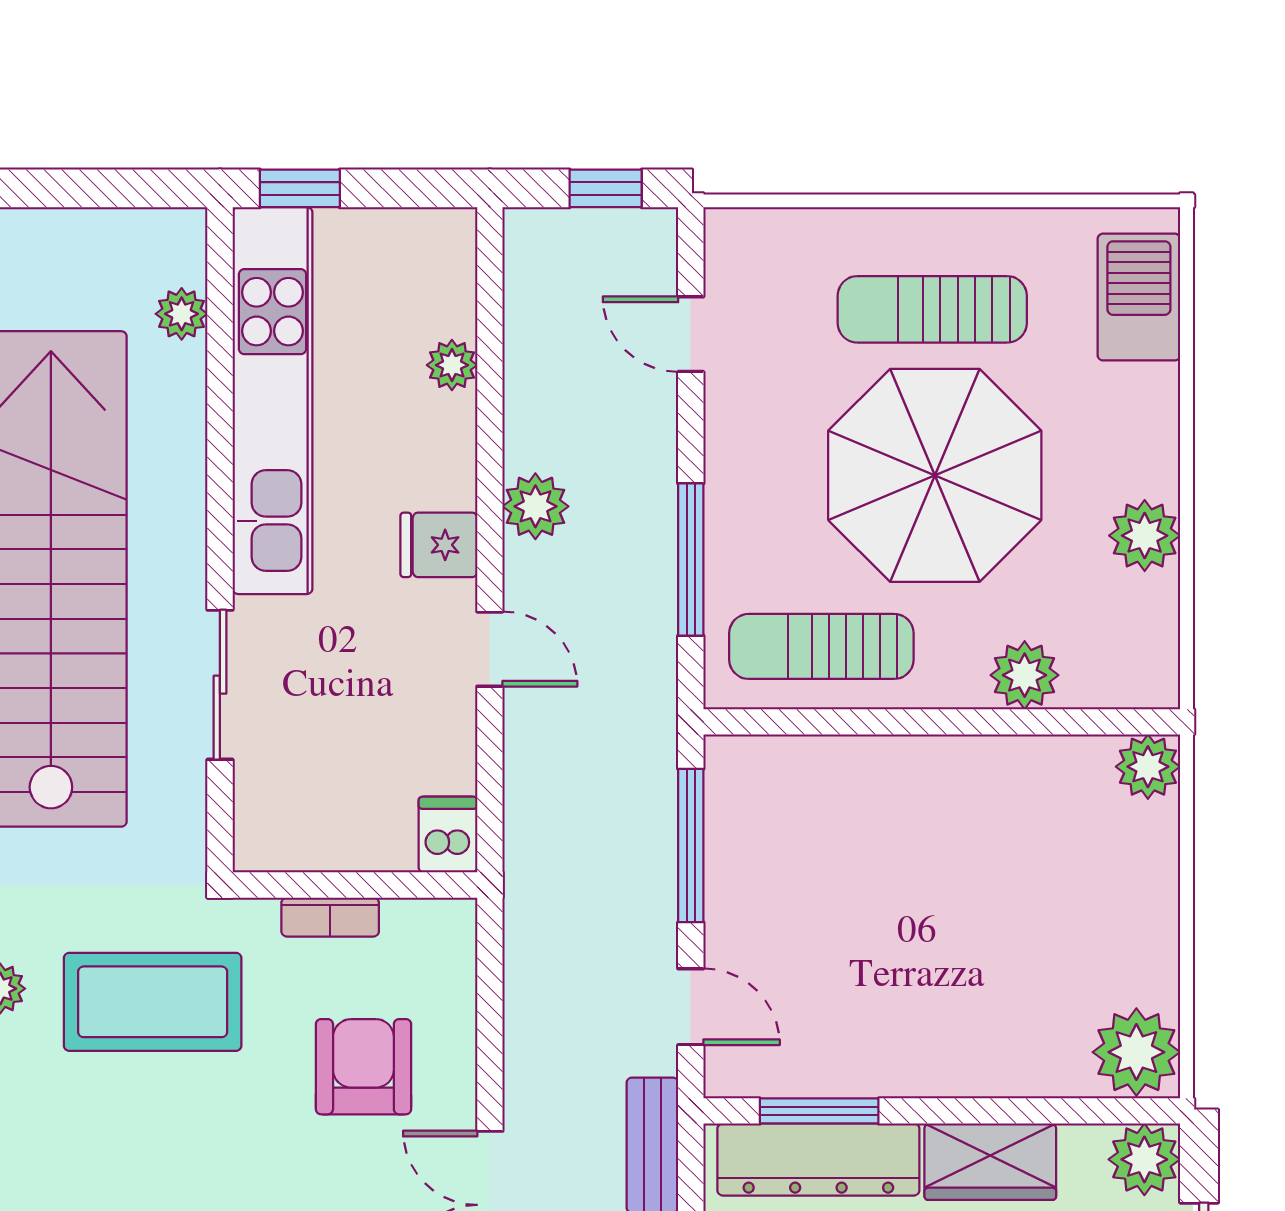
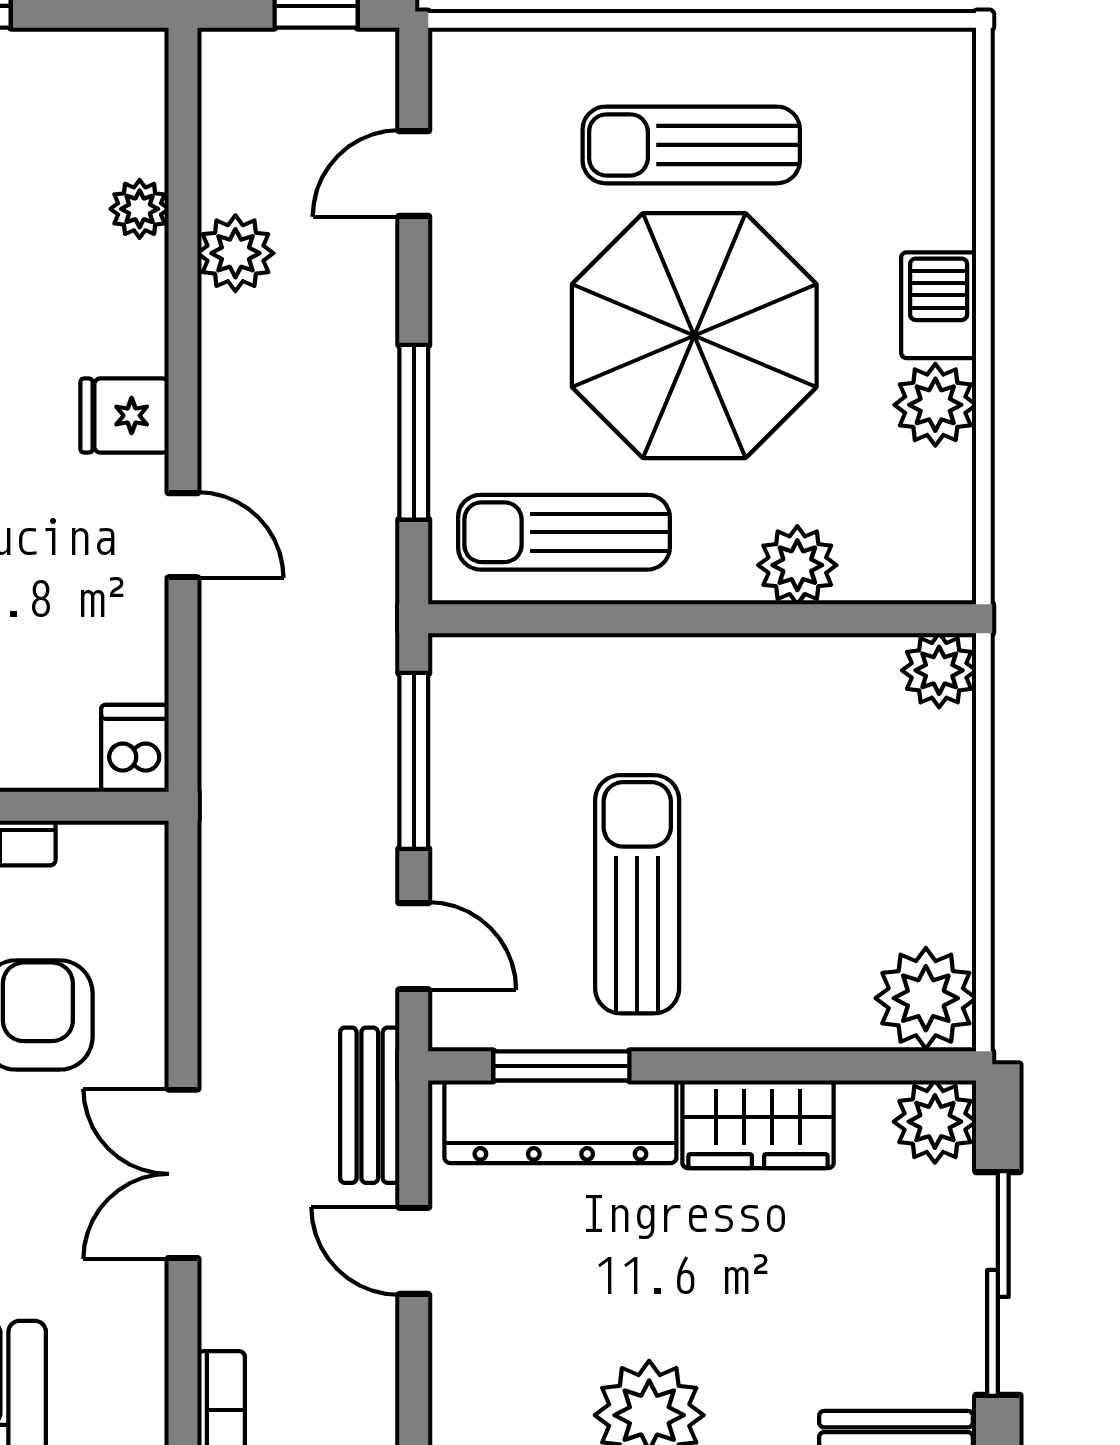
barbecue: (1139, 297) -> (939, 305), moved, width x0.73, depth x0.79
door: (691, 334) -> (414, 173), hinge flipped
plant: (535, 506) -> (235, 253), moved
sun lounger: (885, 962) -> (637, 894), added

